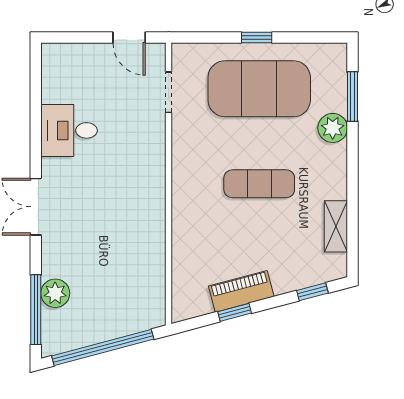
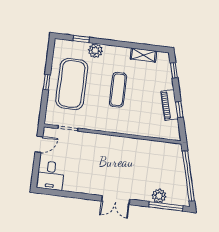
window: (352, 97) -> (81, 39), width x0.67
desk: (69, 130) -> (50, 175), moved

